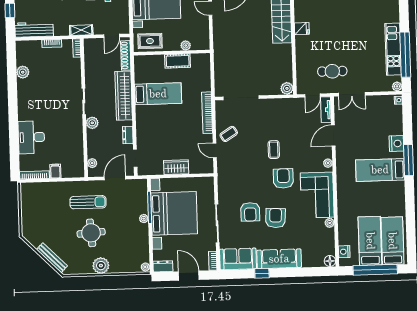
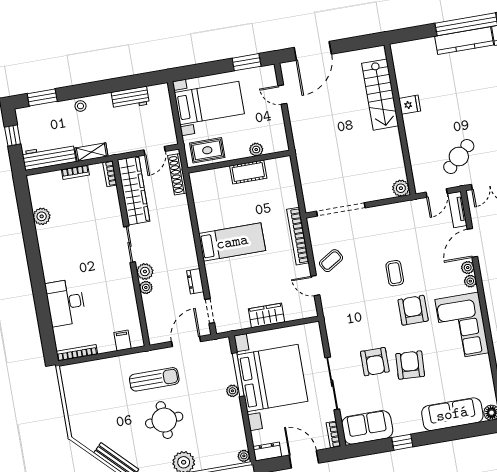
shelving: (81, 30) -> (91, 152), moved
cafe table: (332, 71) -> (459, 157), turned -42
bed: (158, 94) -> (232, 242), moved
wardrobe: (124, 96) -> (134, 190), moved, turned 180
plant: (92, 163) -> (146, 287), moved
filing cabinet: (55, 171) -> (123, 340), moved
plant: (330, 223) -> (468, 268), moved
sofa: (279, 259) -> (452, 414), moved

